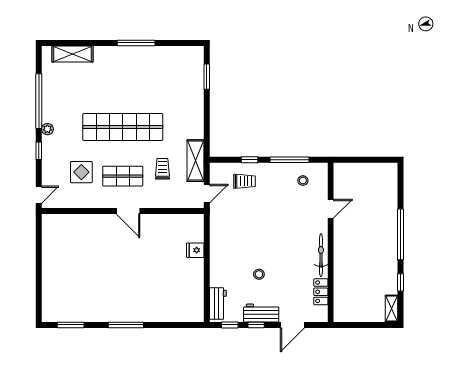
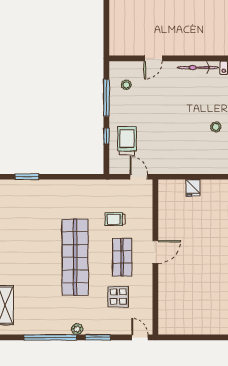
window: (39, 151) -> (98, 337), width x1.50
shelving: (196, 161) -> (107, 188), removed
trolley: (244, 181) -> (127, 141), width x1.36, depth x1.39
door: (331, 209) -> (153, 58), swing flipped

